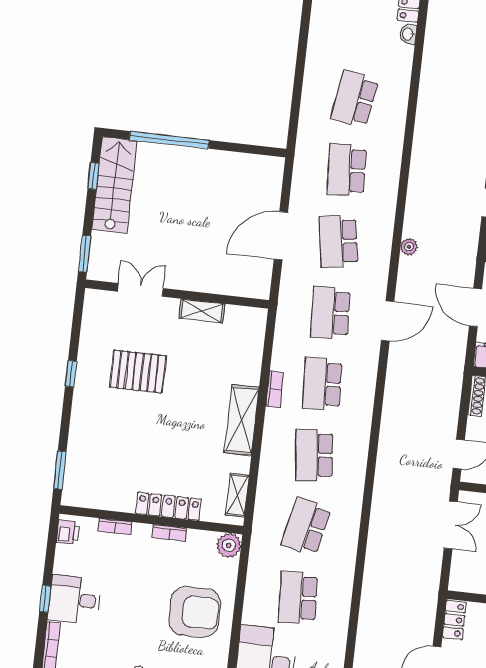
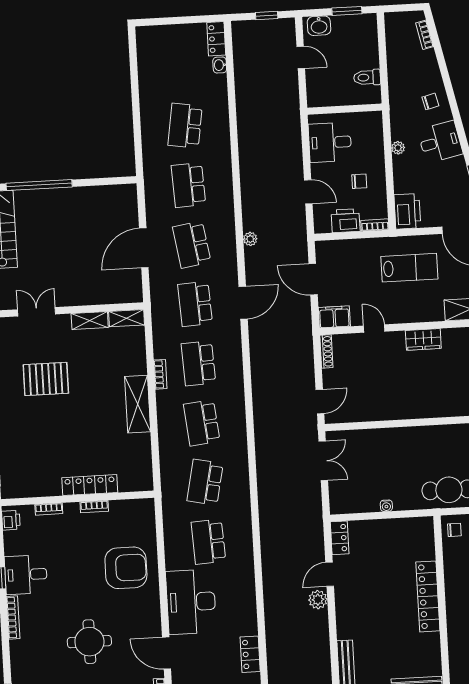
shelving: (237, 495) -> (127, 318), moved, turned 90
plant: (229, 545) -> (145, 508), removed

